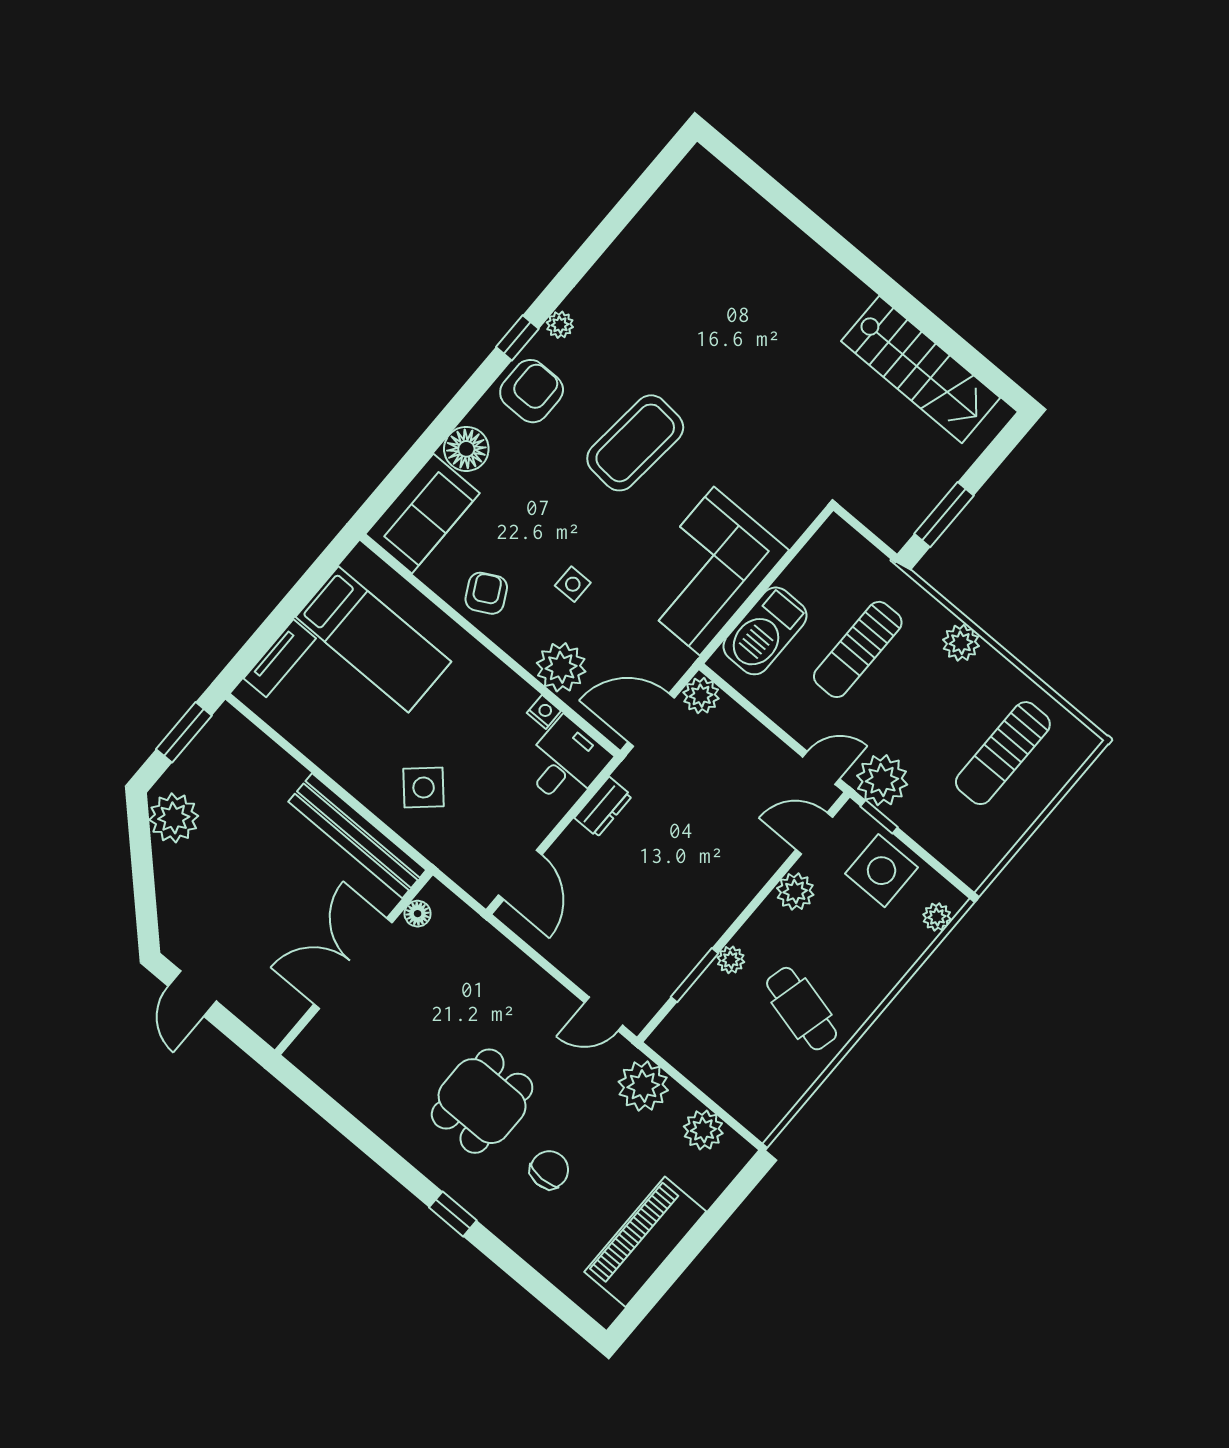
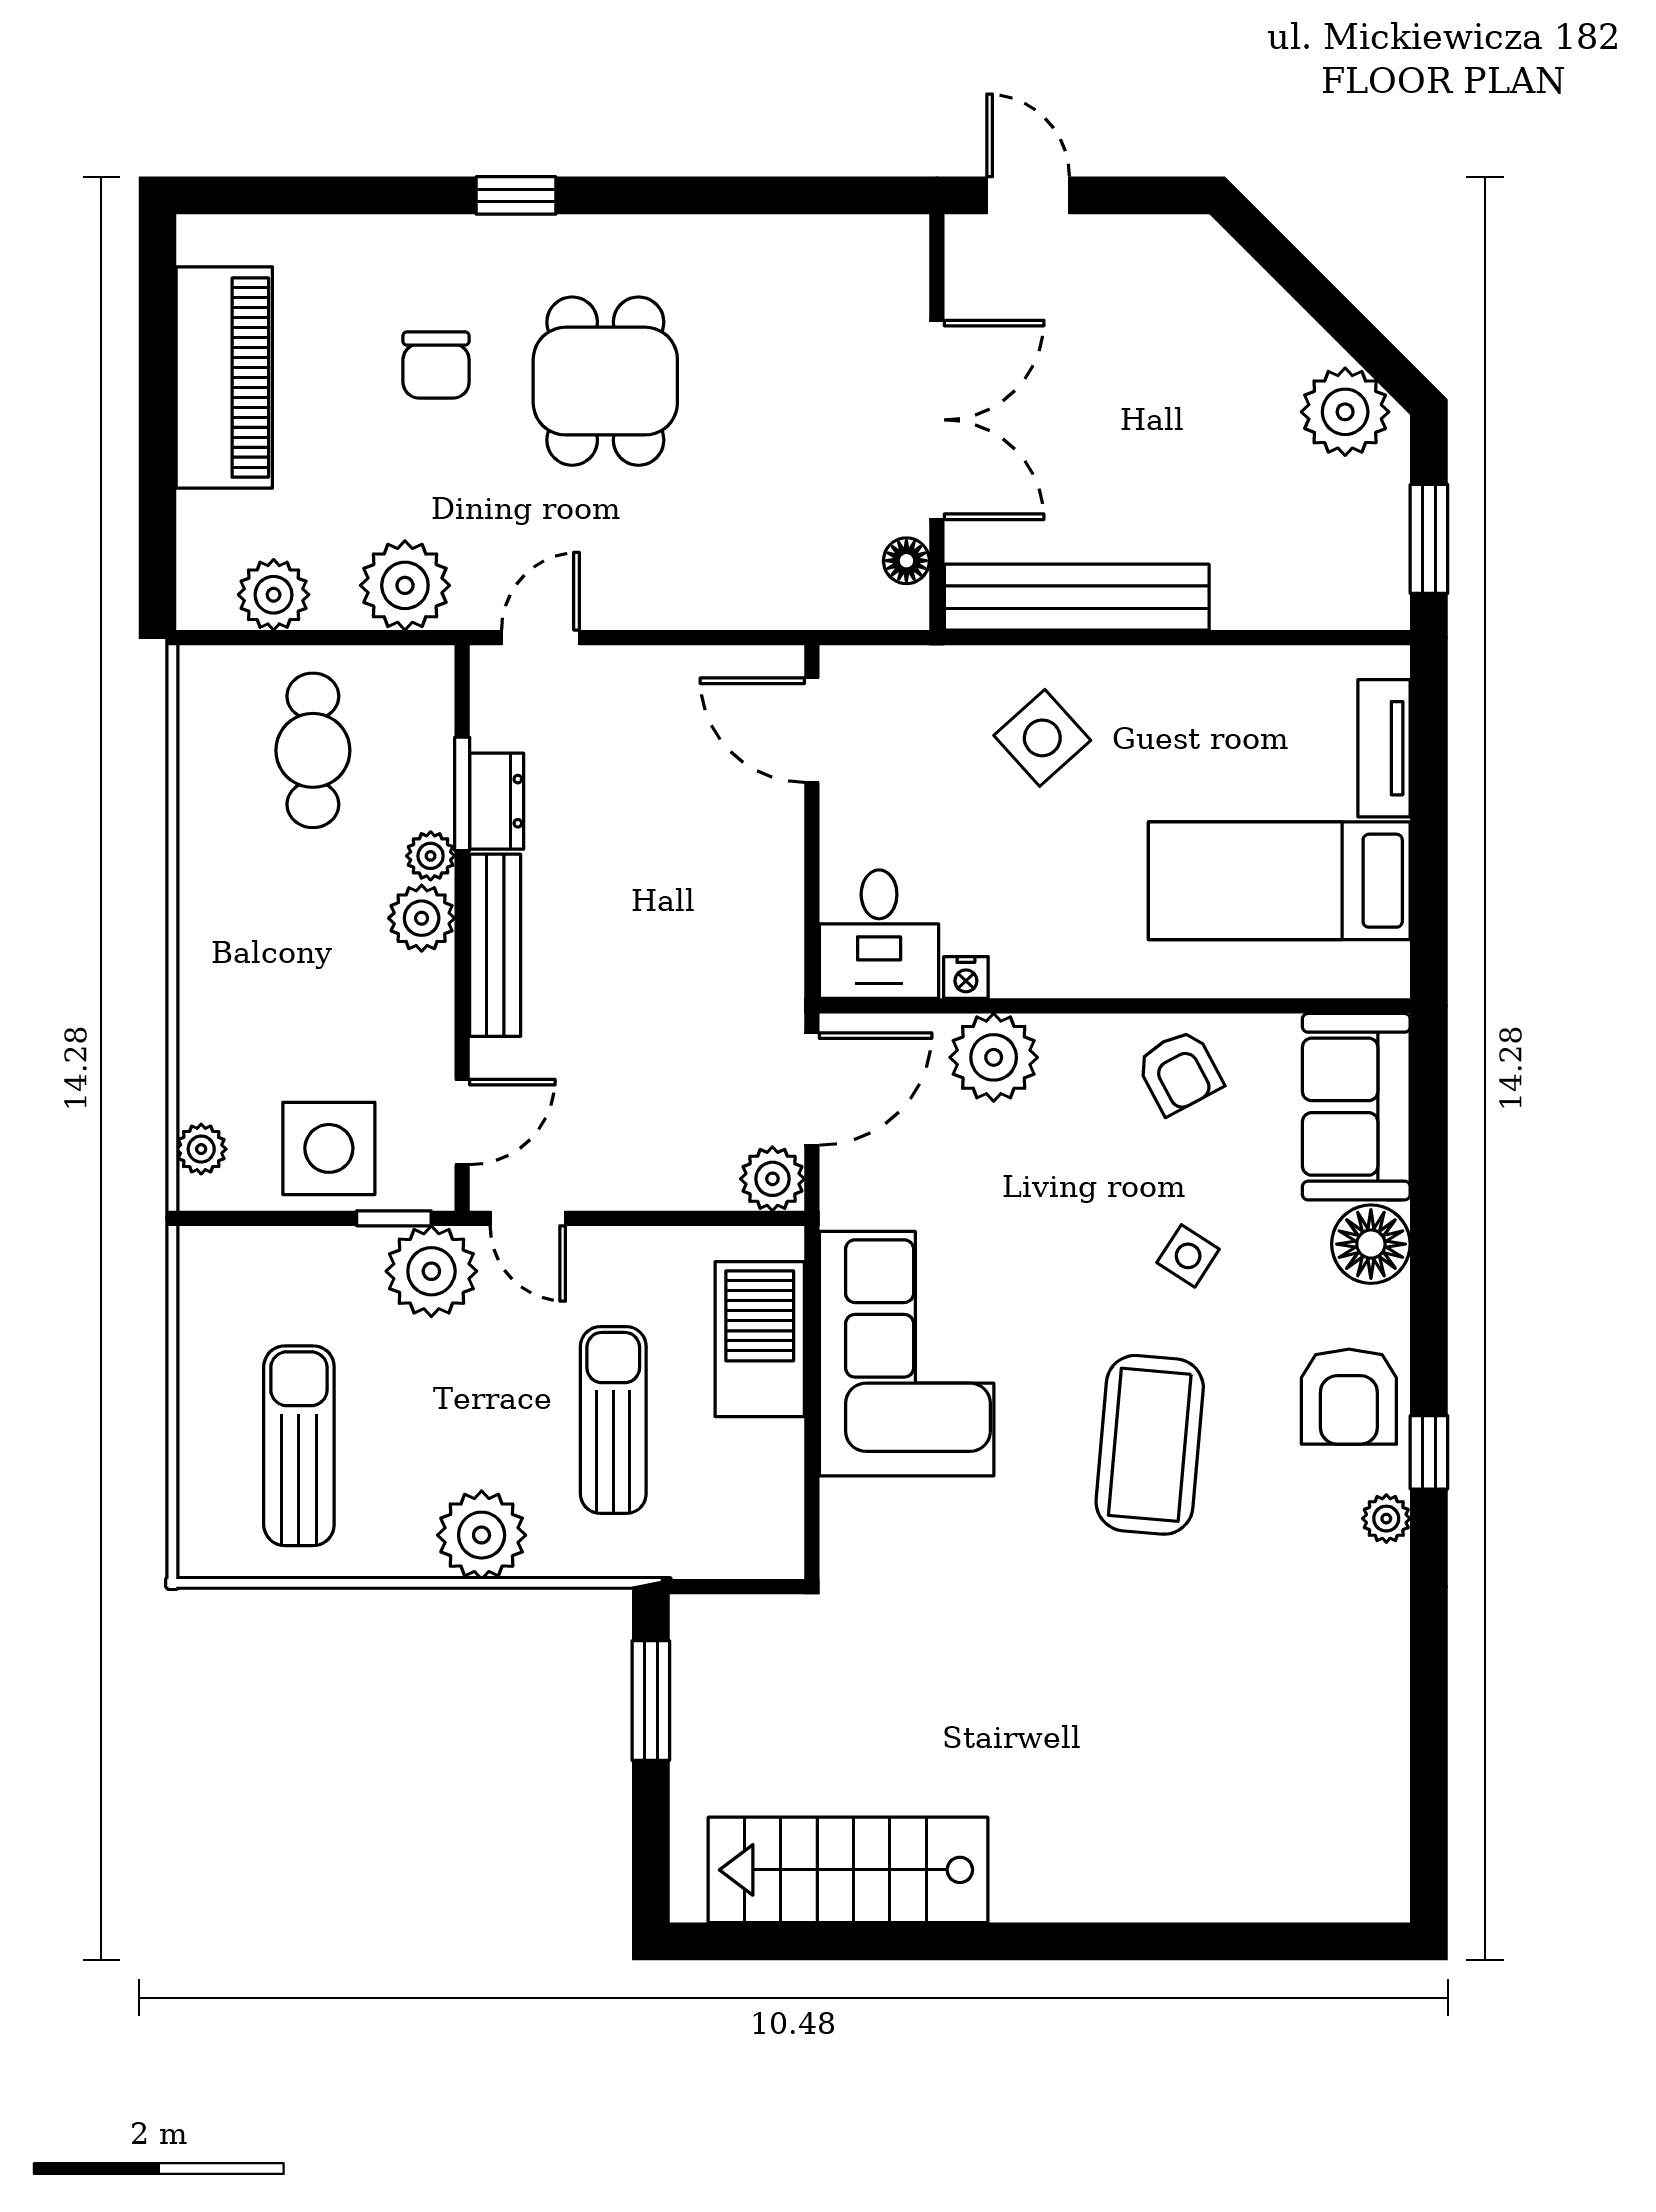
side table: (573, 584) -> (1188, 1256), moved, turned 33
plant: (961, 643) -> (482, 1535), width x1.36, depth x1.36
door: (821, 768) -> (528, 1218), hinge flipped
dresser: (603, 807) -> (497, 801), moved, turned 180
plant: (795, 891) -> (422, 918), moved
bench: (736, 898) -> (495, 945), added
door: (192, 994) -> (1028, 195), moved
cafe table: (802, 1009) -> (313, 750), moved, turned 76

